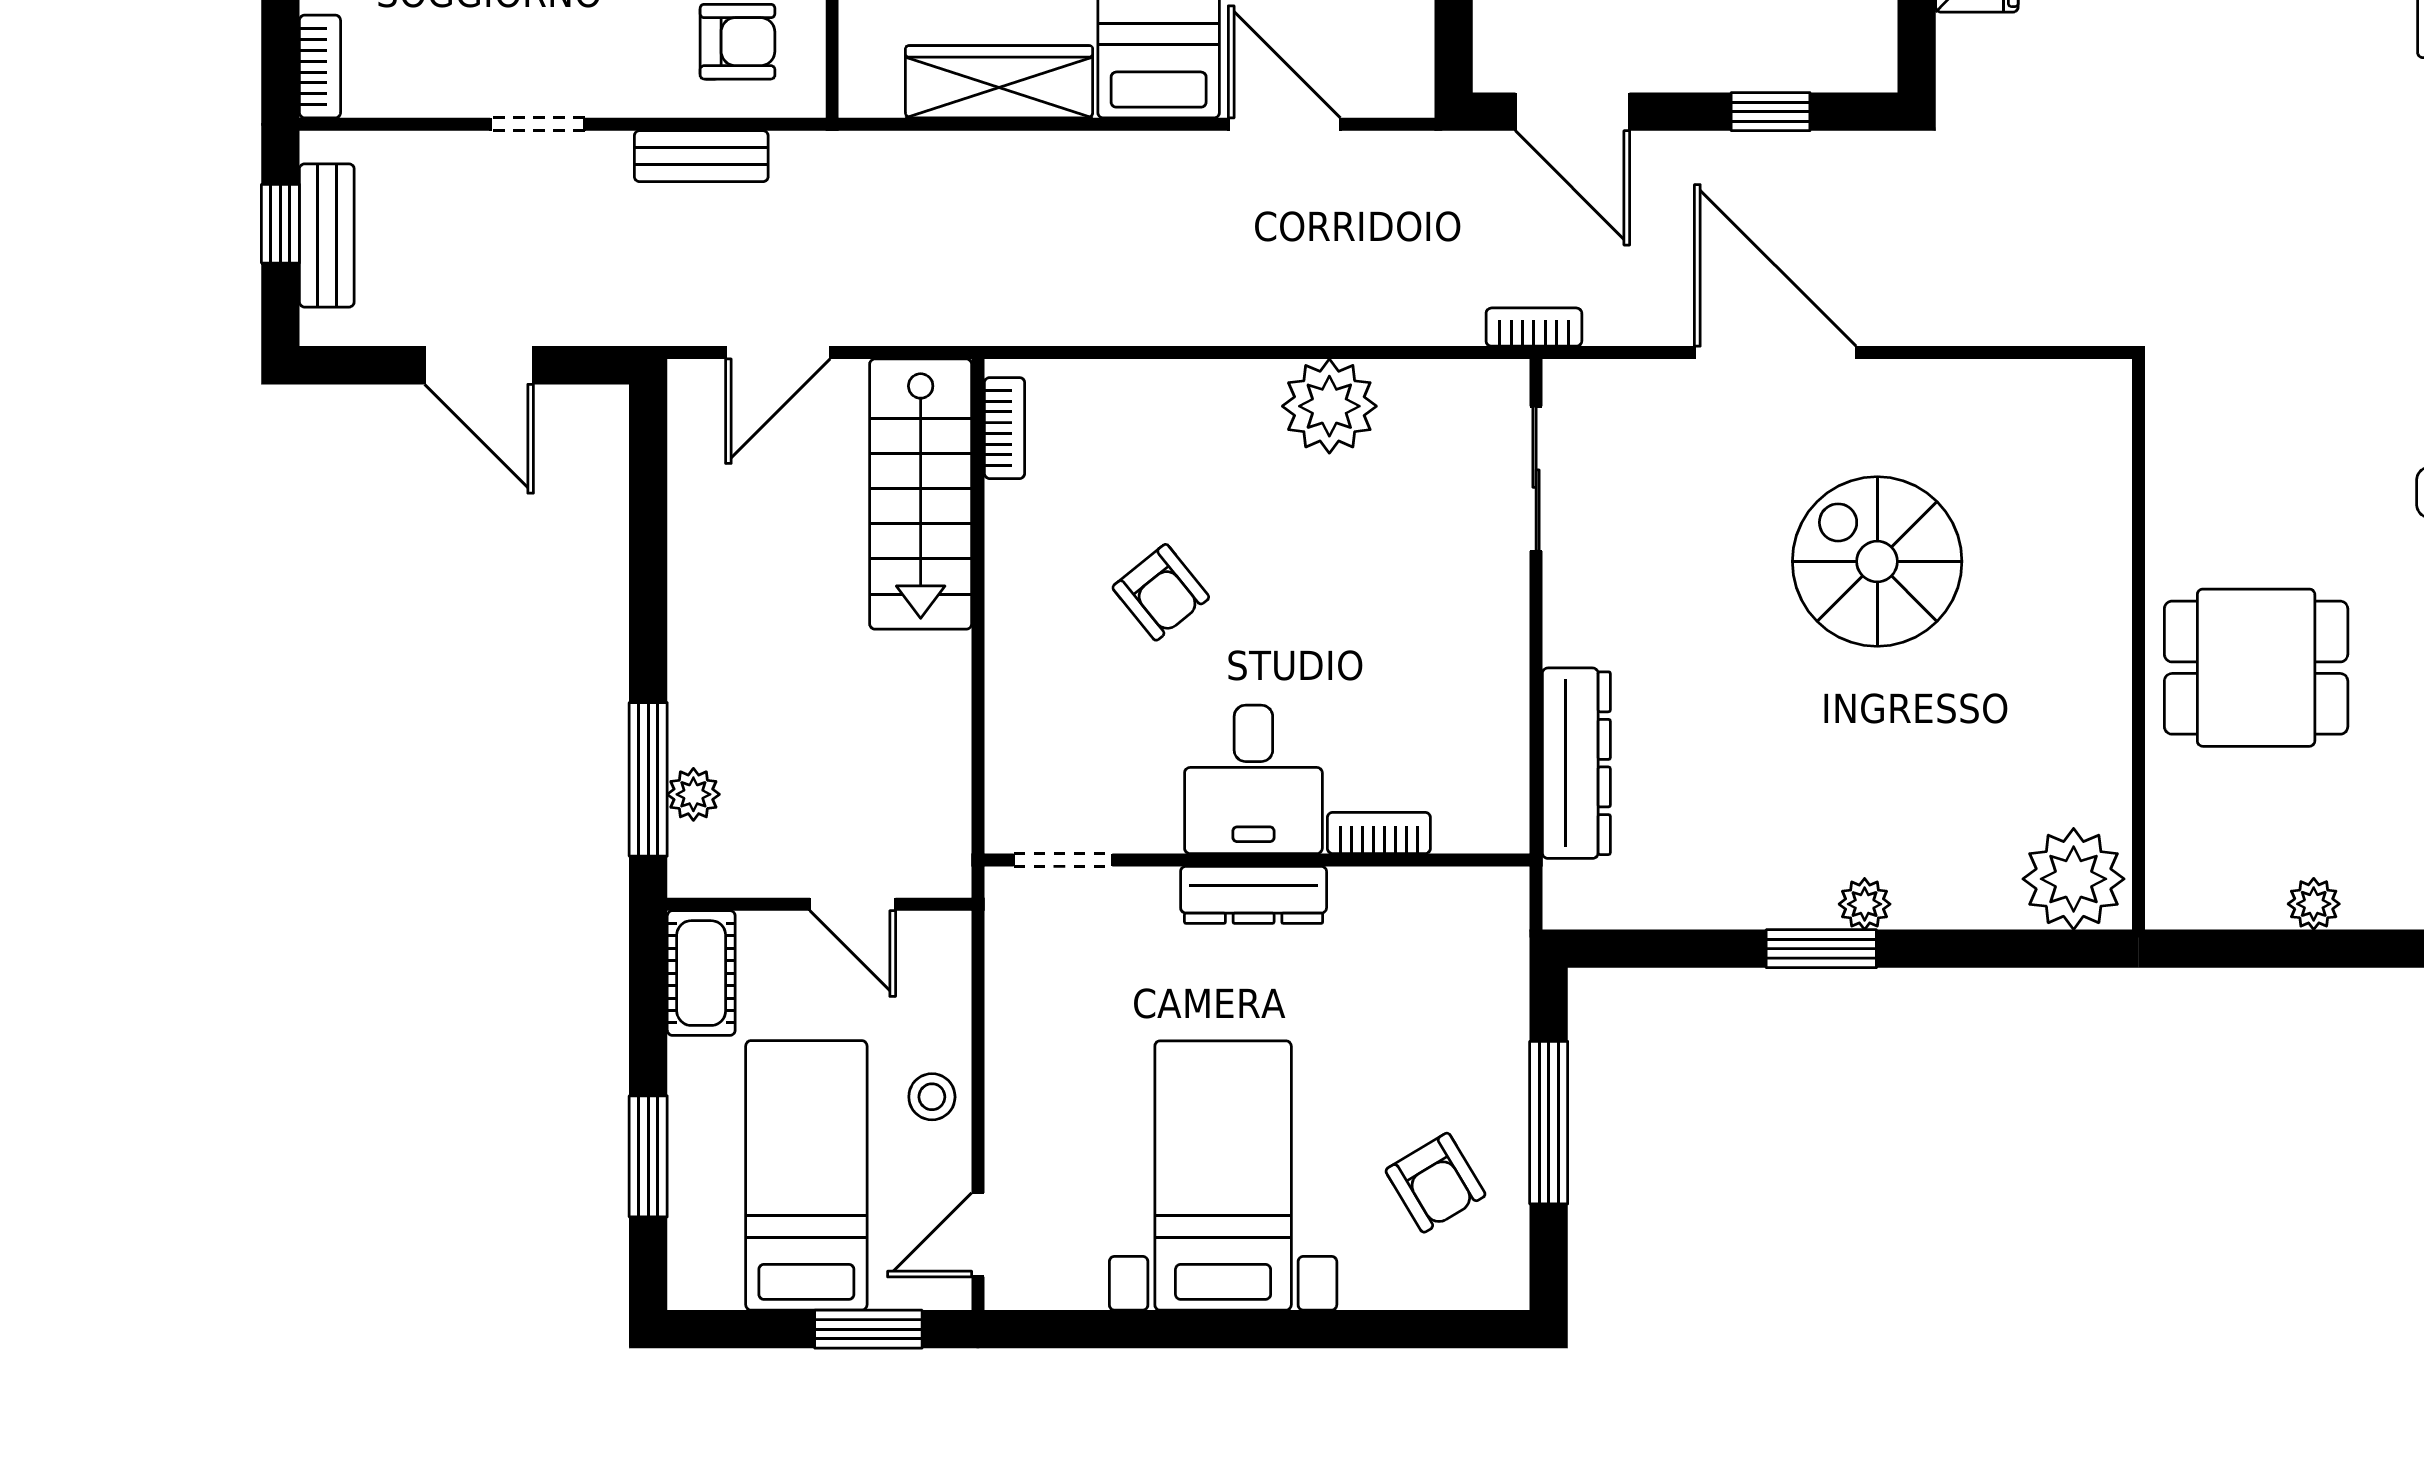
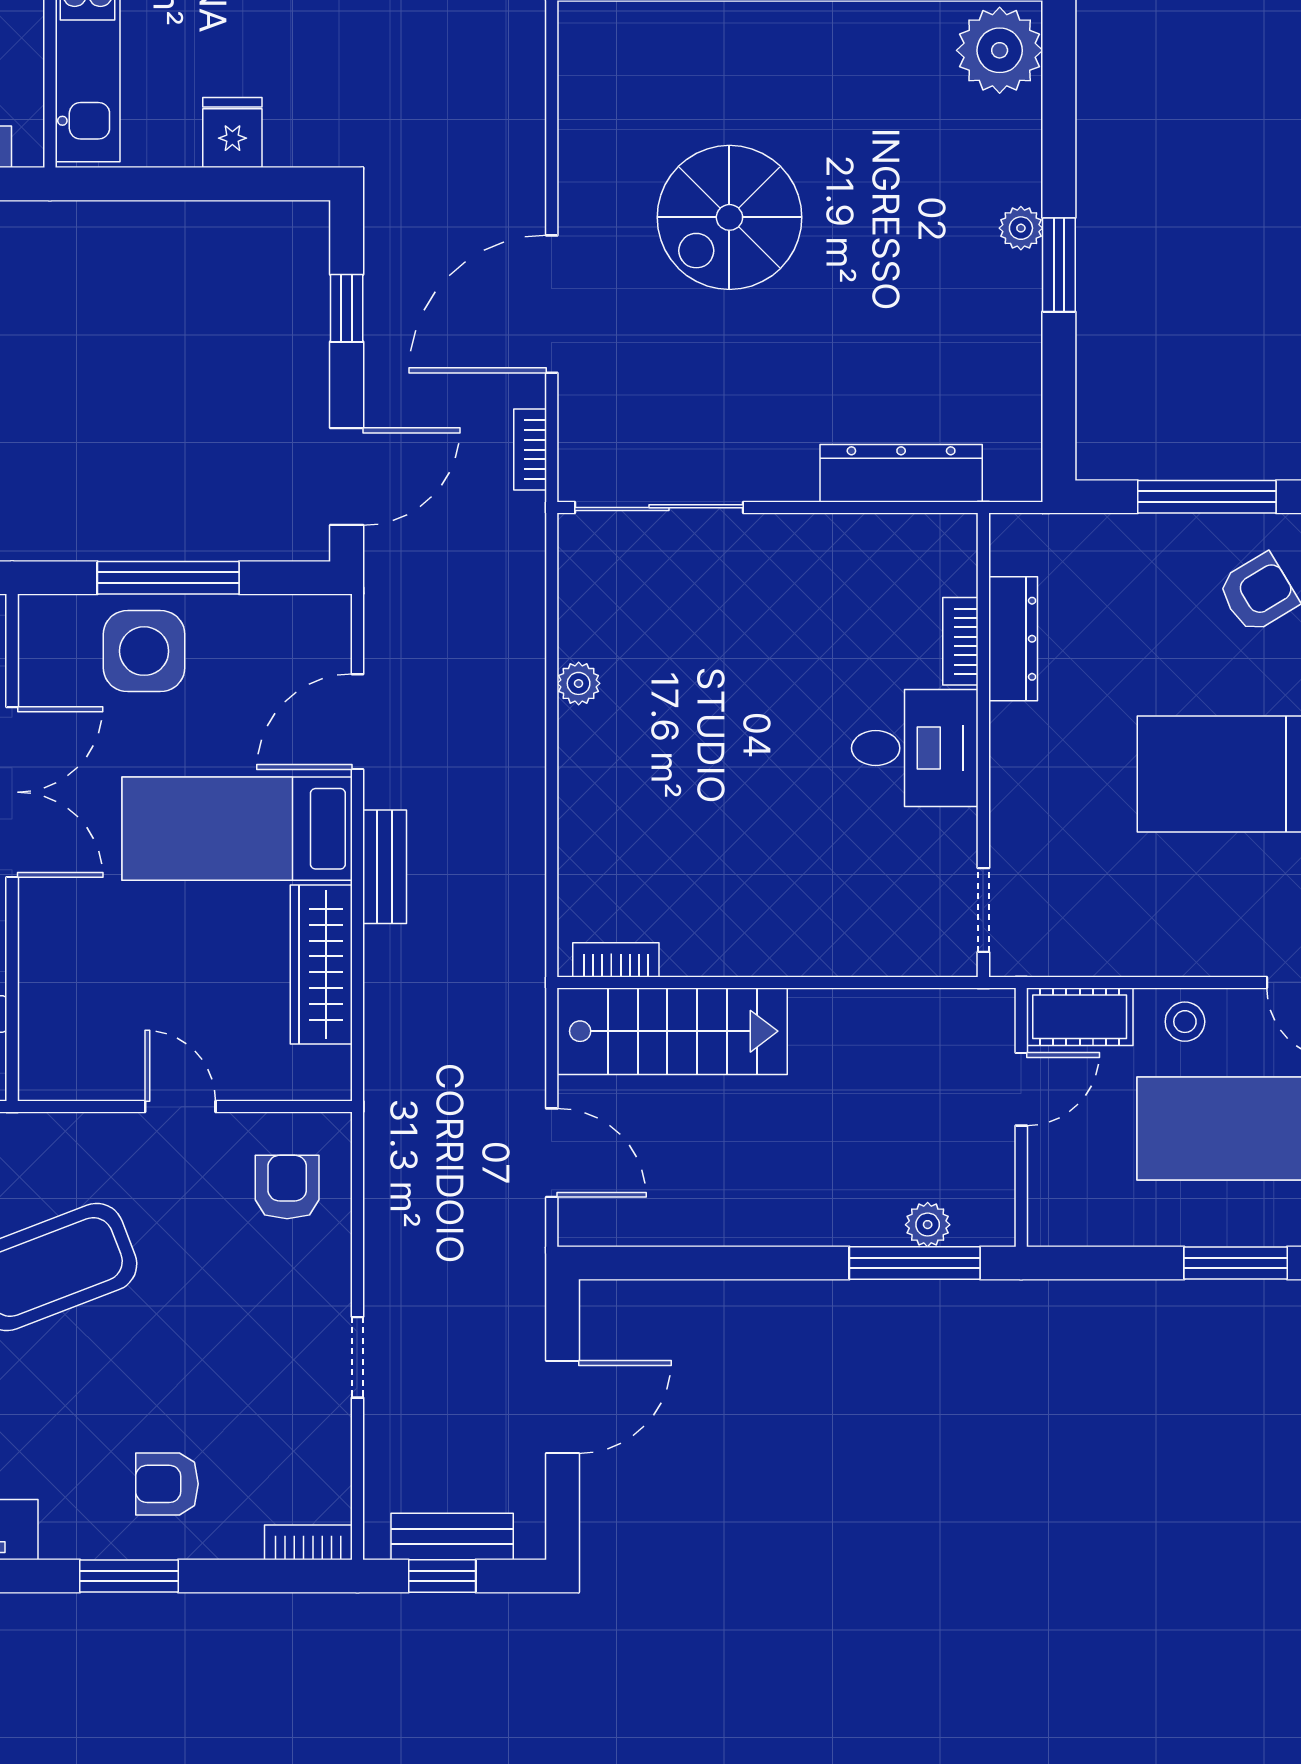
bench: (701, 156) -> (385, 867), moved
bookcase: (1534, 327) -> (530, 450), moved
plant: (1329, 406) -> (579, 683), width x0.53, depth x0.53
sliding door: (1536, 479) -> (659, 508), width x1.37
armchair: (1161, 592) -> (756, 827), removed
dresser: (1254, 895) -> (1013, 639), moved
cot: (701, 973) -> (1080, 1017), moved

